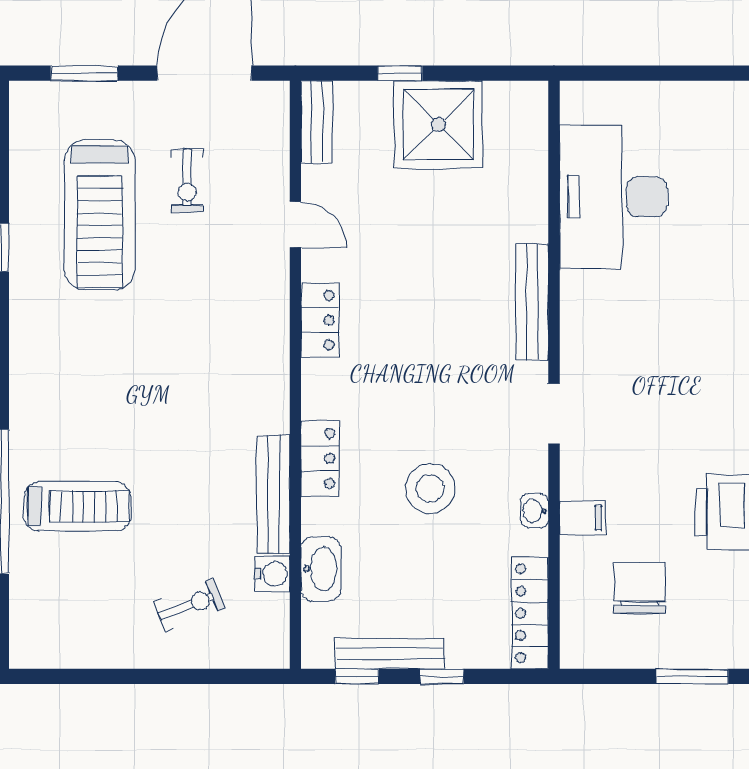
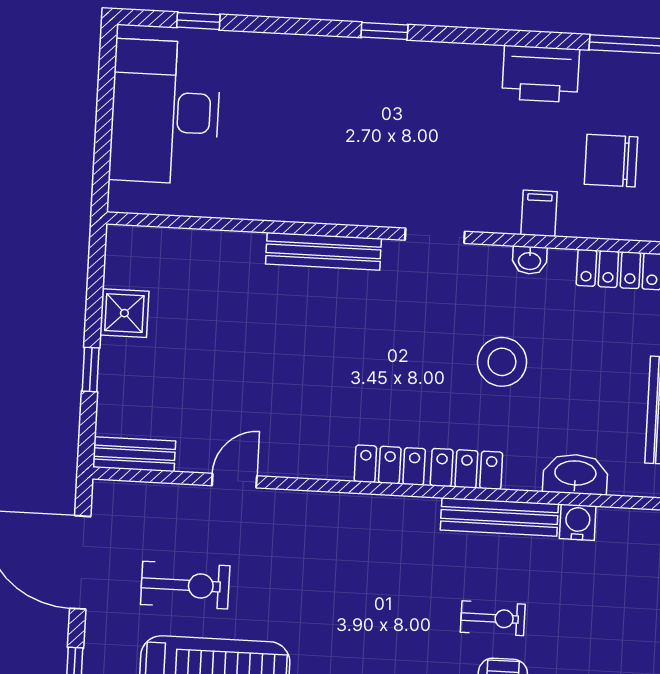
shower: (438, 125) -> (124, 313), width x0.54, depth x0.54
exercise bike: (187, 181) -> (185, 585), width x1.38, depth x1.39
desk: (613, 197) -> (165, 112), moved, turned 90
locker: (320, 320) -> (390, 465), moved
exercise bike: (189, 605) -> (493, 618), moved, turned 111

